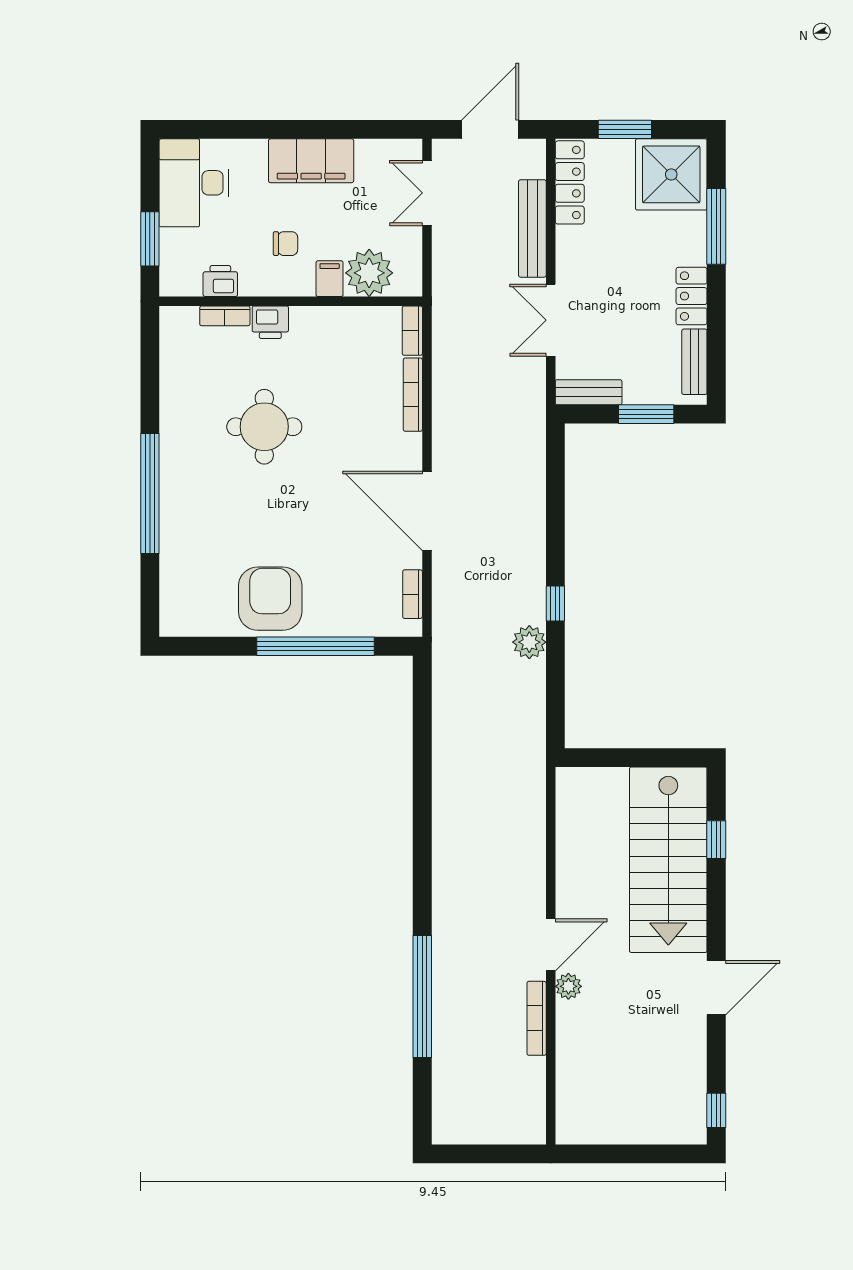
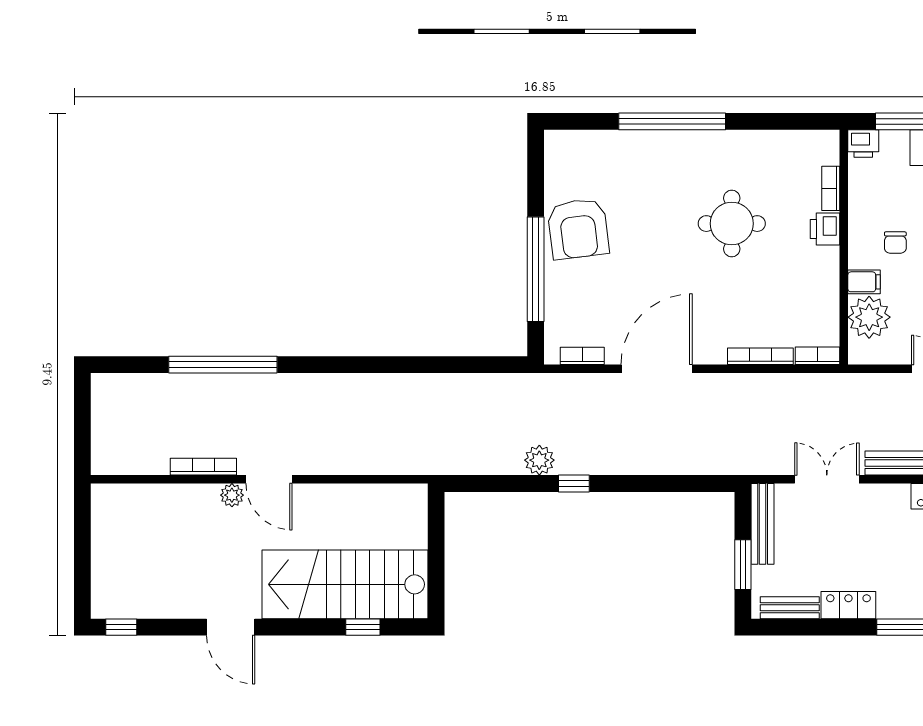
printer: (220, 281) -> (863, 144), moved, turned 90
bench: (589, 392) -> (763, 524), width x1.36
armchair: (270, 599) -> (578, 229), turned 83

